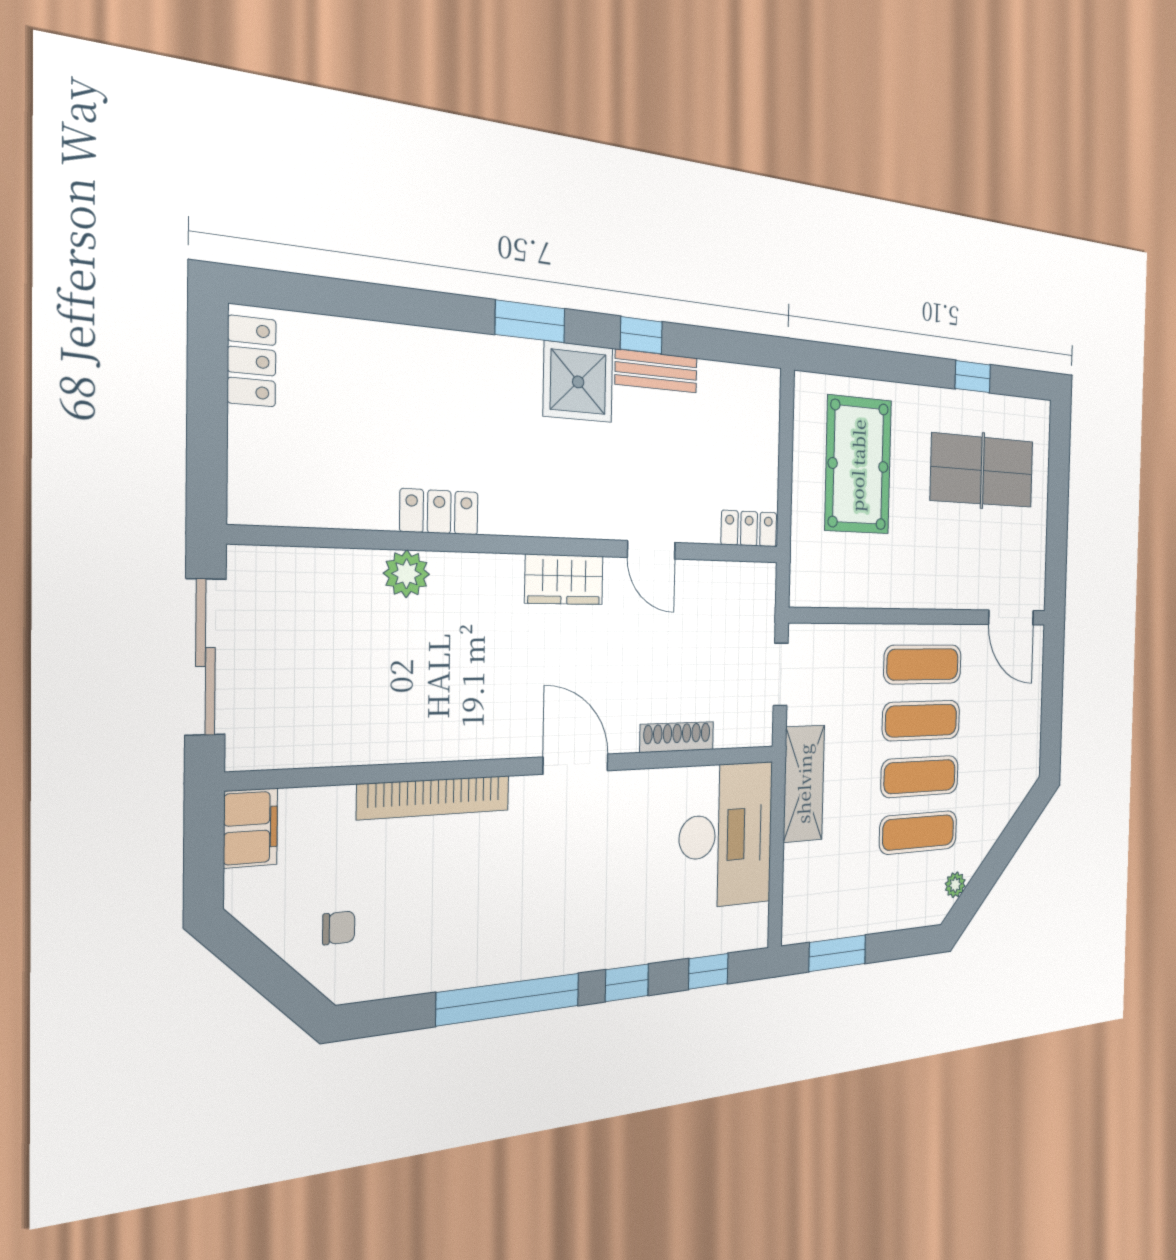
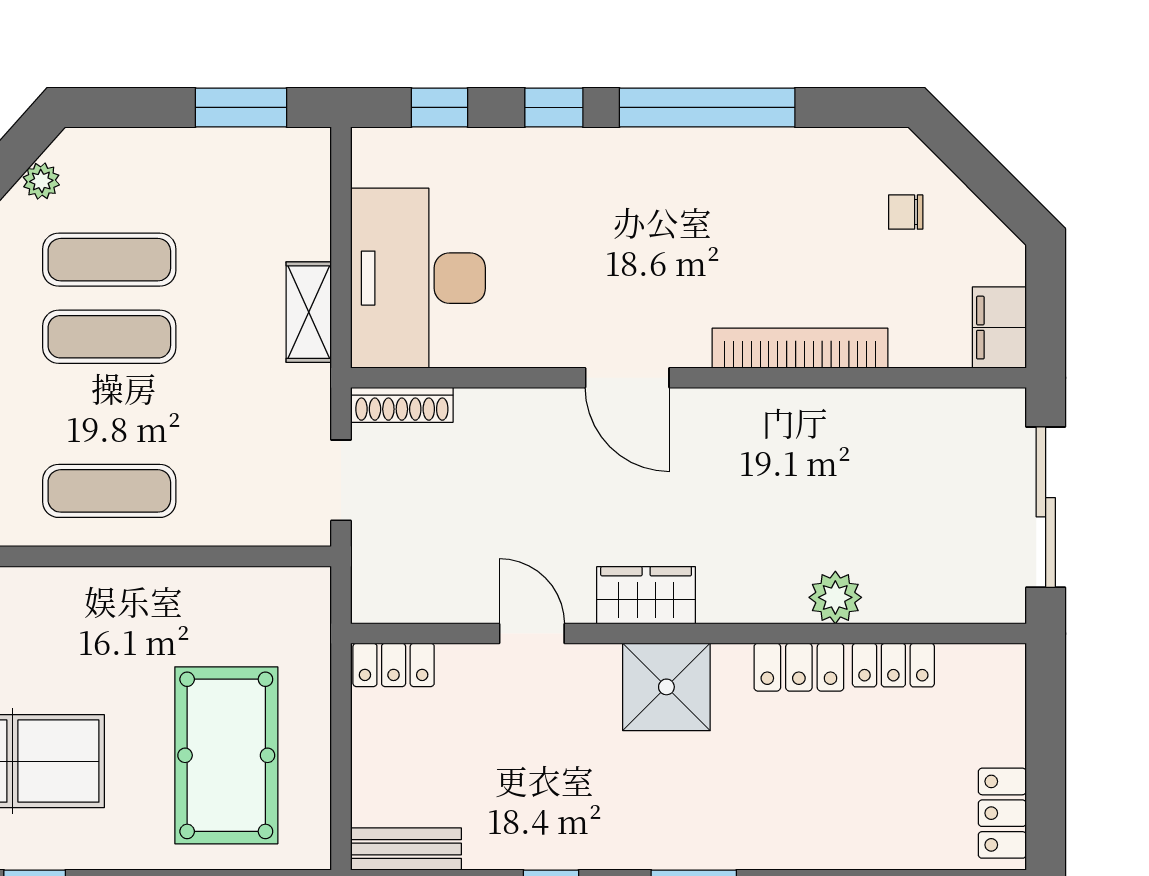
bench: (656, 371) -> (406, 849), moved
shower: (578, 382) -> (666, 687), moved
locker: (355, 510) -> (893, 665), added
exercise mat: (921, 721) -> (109, 414), removed
shoe rack: (677, 737) -> (402, 405), moved
shelving: (804, 784) -> (309, 312), width x0.67, depth x0.75

